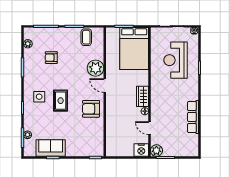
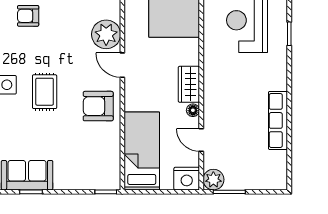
bed: (116, 134) -> (142, 151), added

